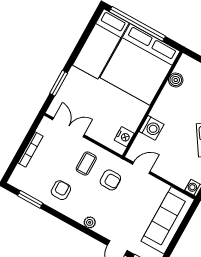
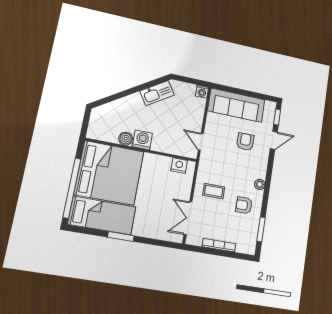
boiler: (176, 80) -> (126, 139), moved
window: (59, 83) -> (121, 236), moved
washing machine: (151, 128) -> (142, 140), moved
armchair: (110, 180) -> (245, 142), moved
plant: (90, 222) -> (260, 184), moved

